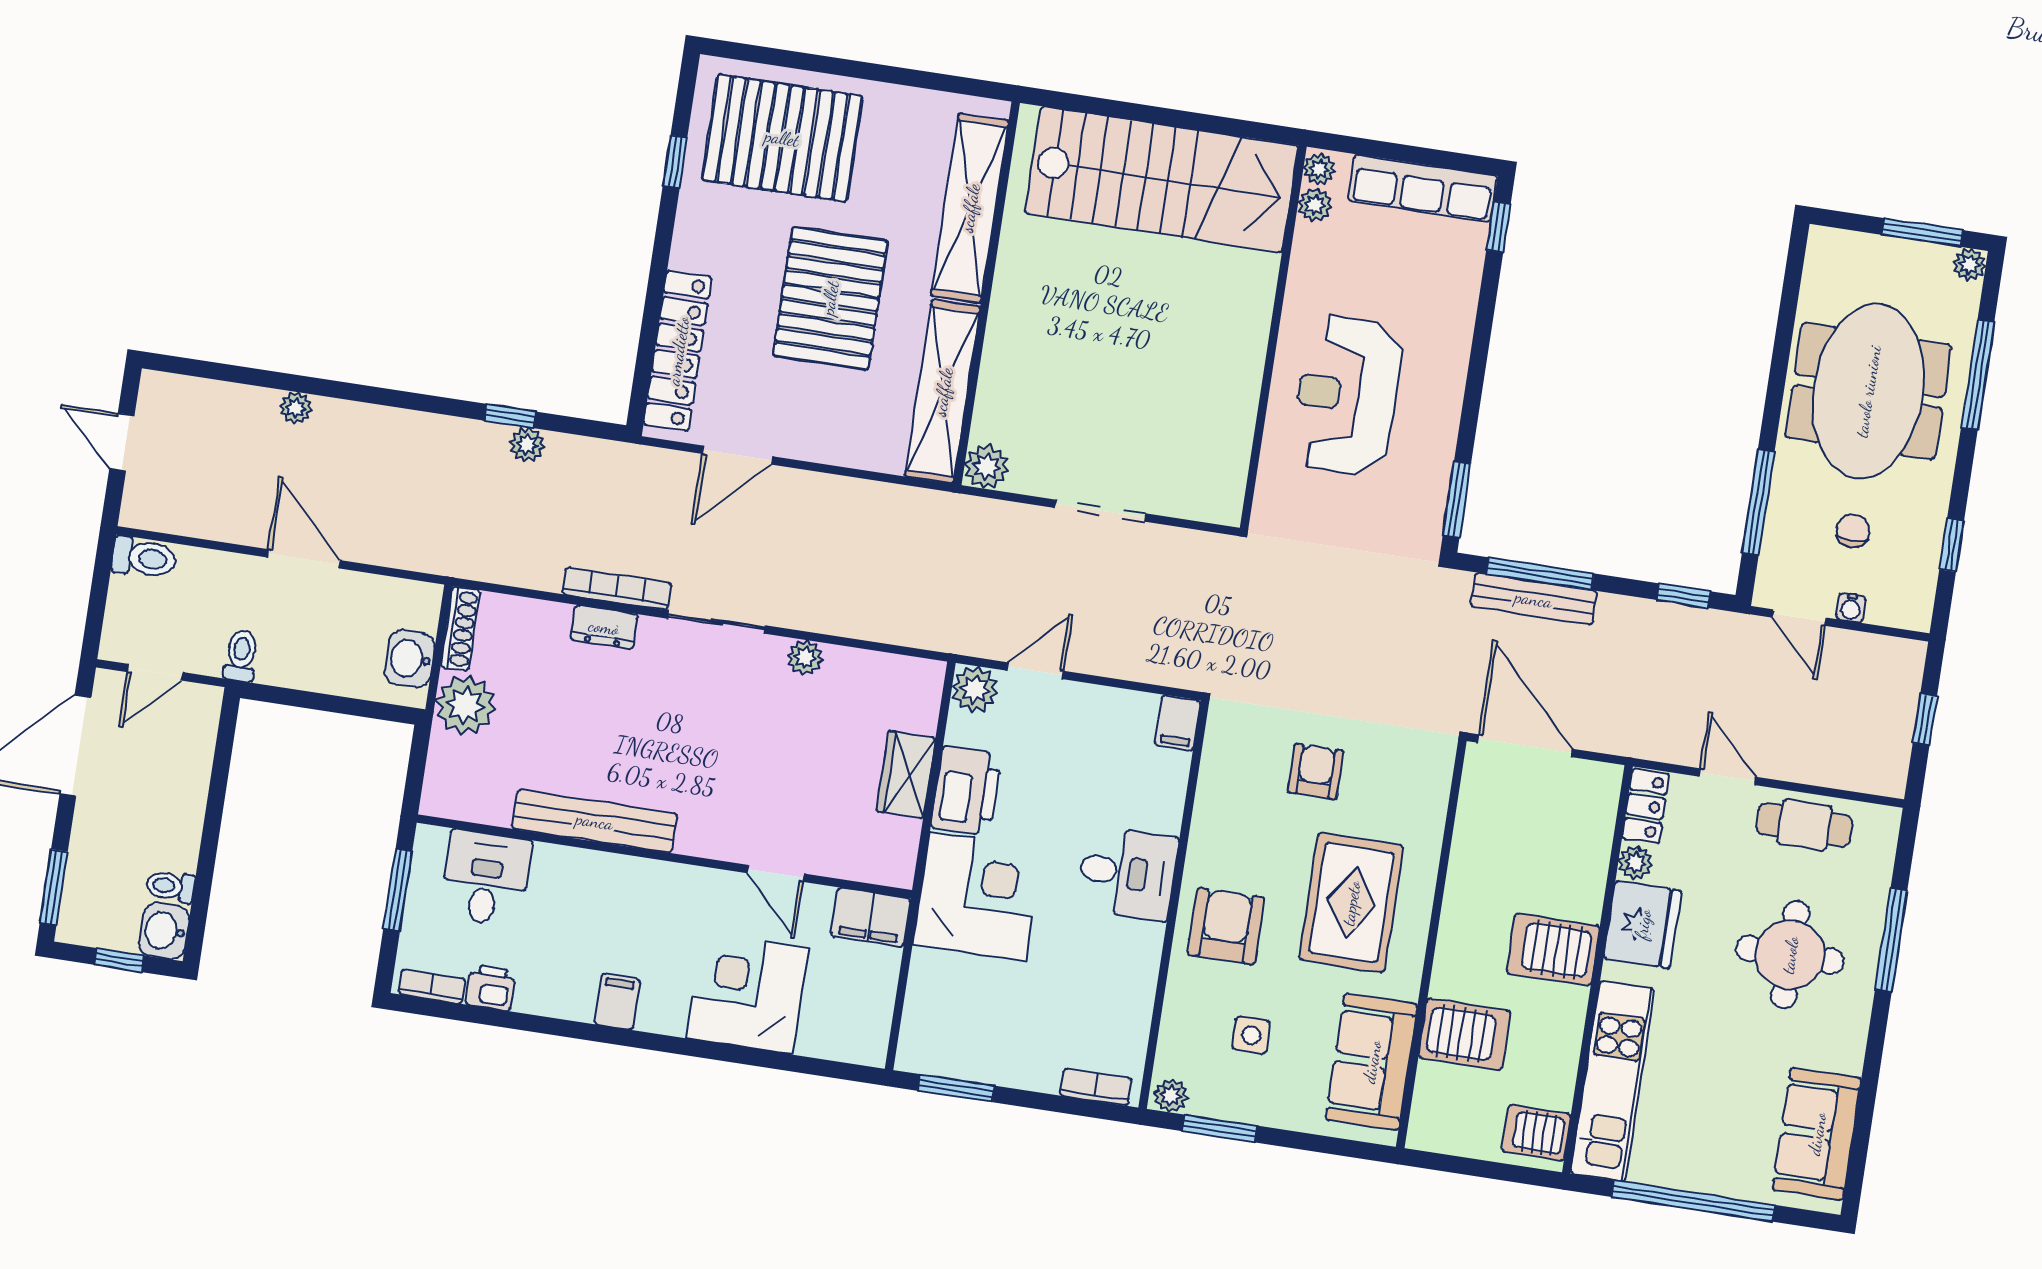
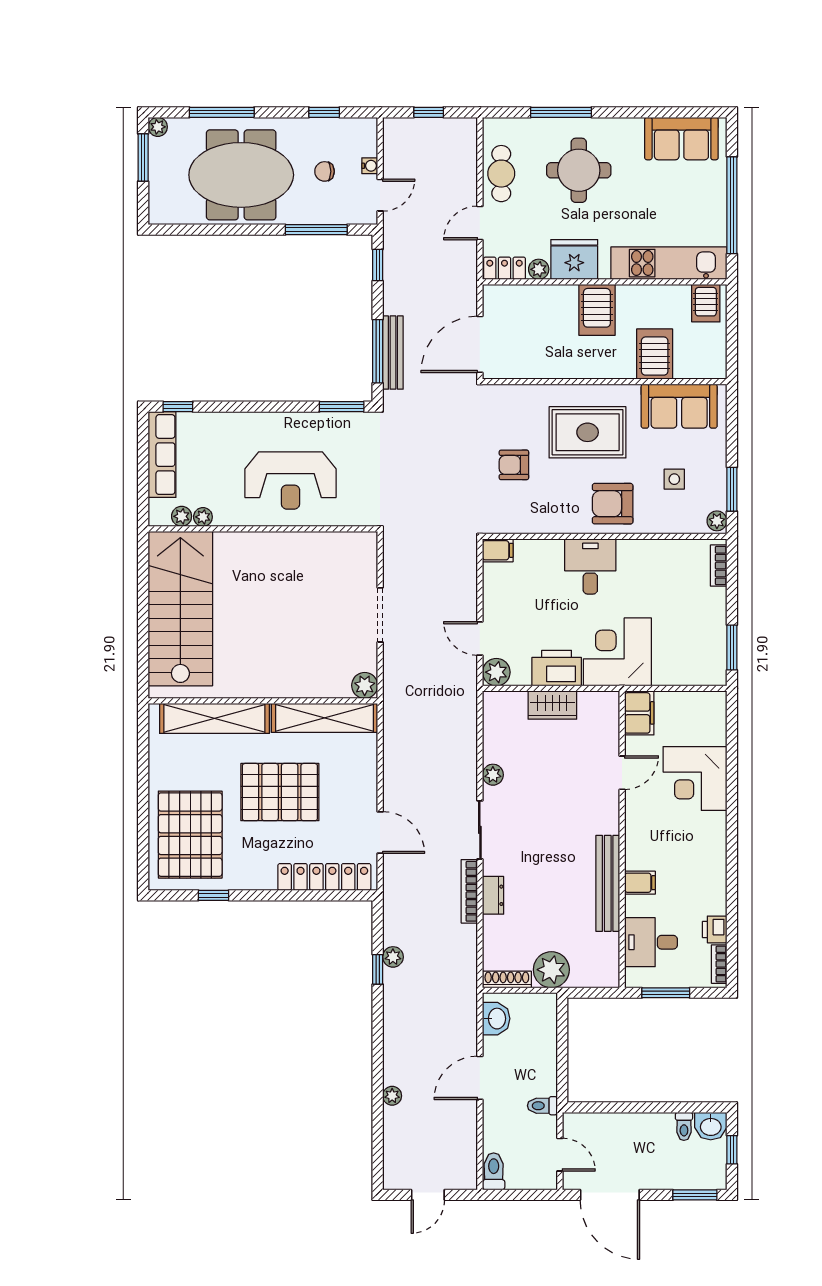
plant: (1319, 169) -> (203, 517), moved
washbasin: (410, 659) -> (496, 1019), moved, turned -90
filing cabinet: (617, 1002) -> (640, 883), moved, turned 180

